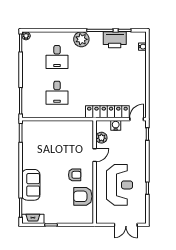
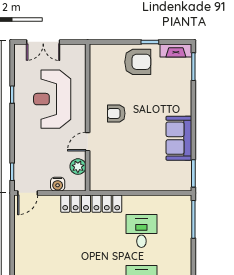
locker: (107, 112) -> (91, 204), moved
sofa: (31, 185) -> (179, 138), moved
armchair: (83, 196) -> (138, 62), moved
double door: (126, 225) -> (43, 42), swing flipped

